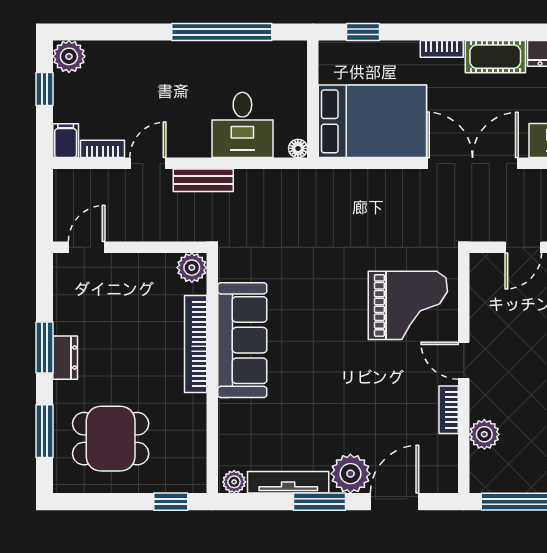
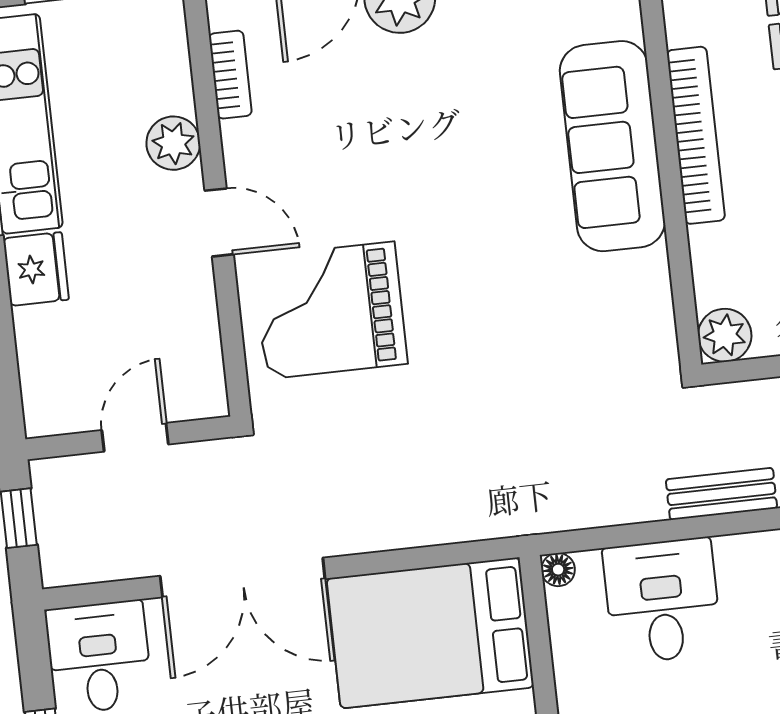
sofa: (242, 340) -> (612, 146), moved
bookcase: (196, 344) -> (696, 135), moved
bookcase: (449, 410) -> (230, 75), moved
plant: (484, 434) -> (173, 143), moved

